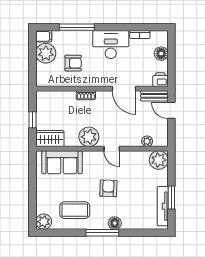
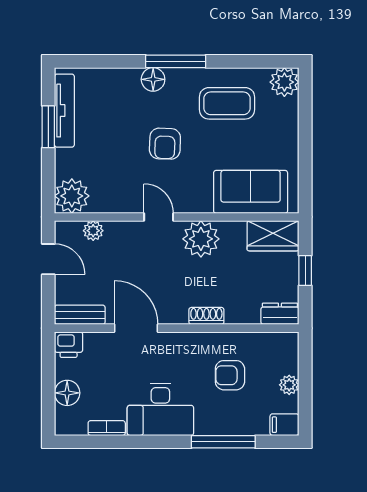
plant: (46, 53) -> (289, 385), width x0.53, depth x0.53
dresser: (46, 96) -> (280, 314), added
door: (171, 110) -> (48, 259), moved

